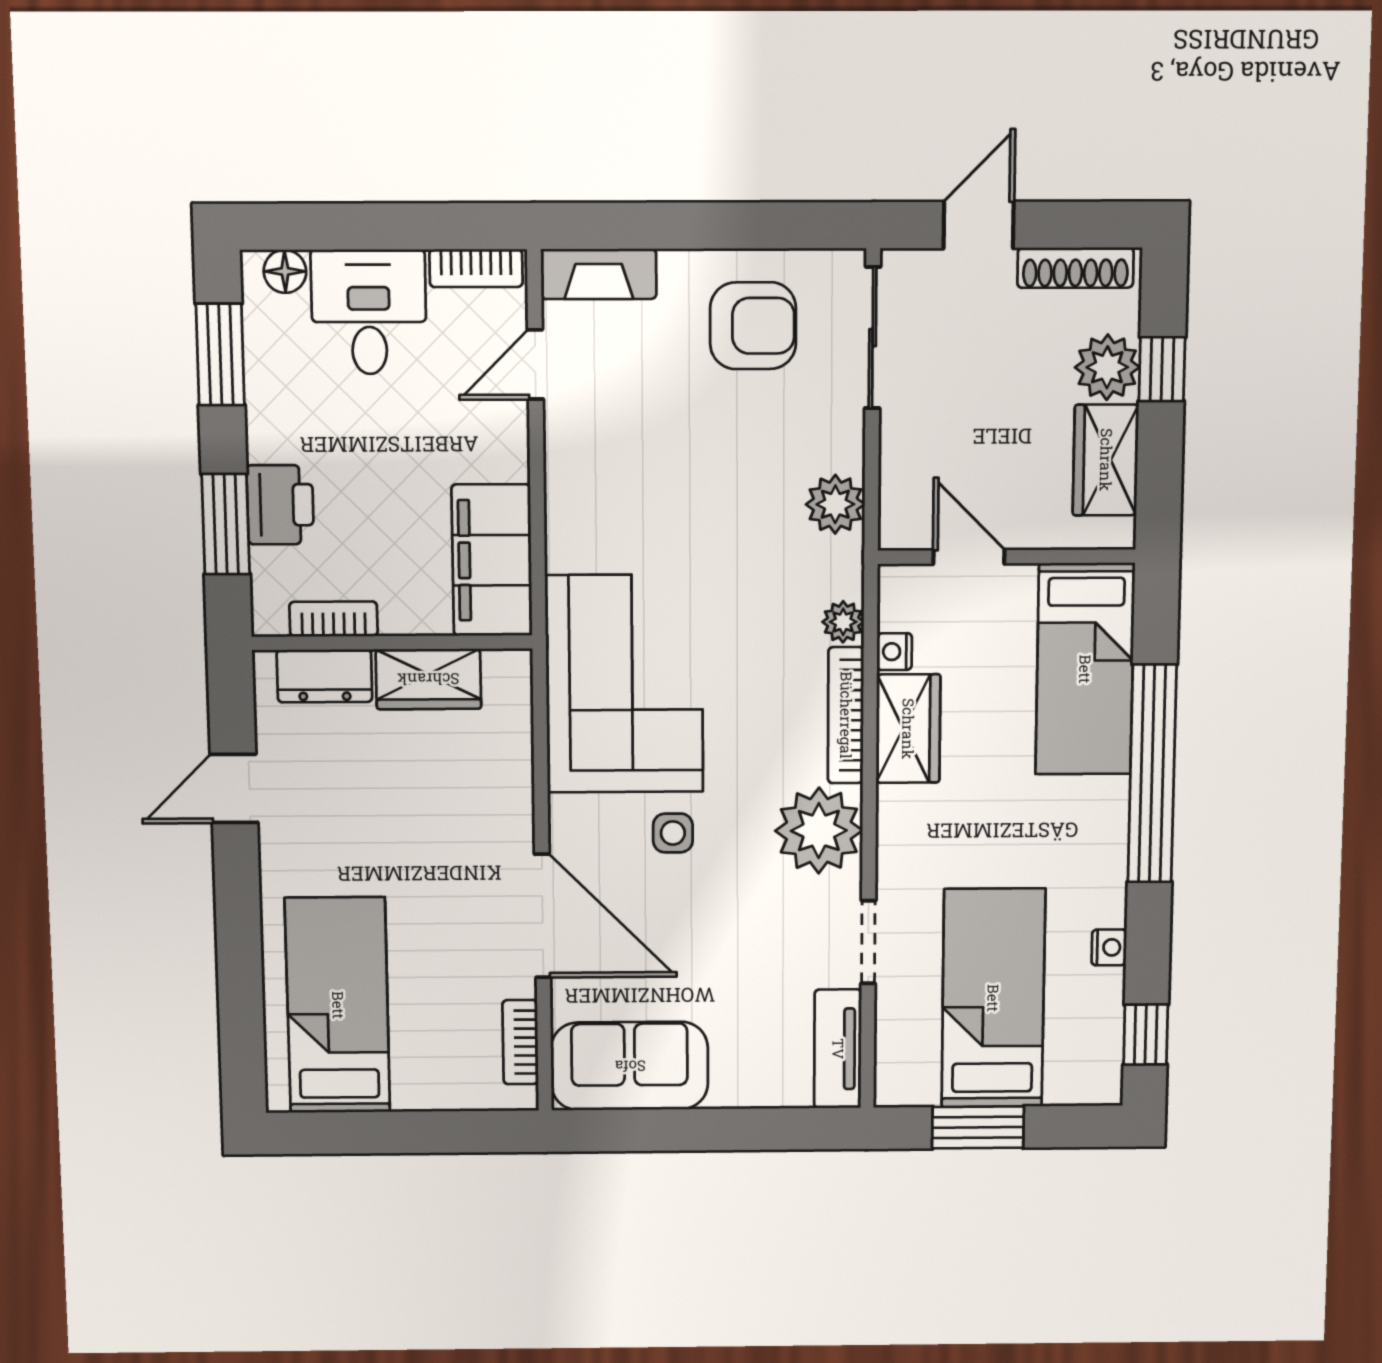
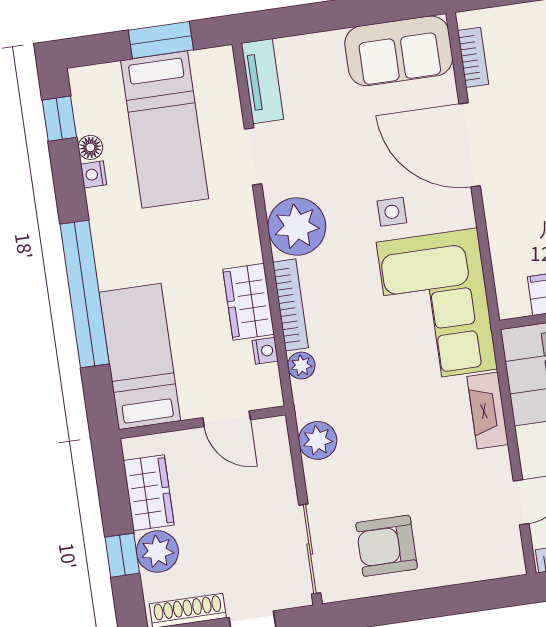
fireplace: (599, 274) -> (488, 411), moved, turned -90
floor lamp: (1107, 987) -> (90, 147), added

